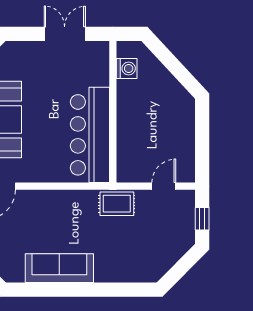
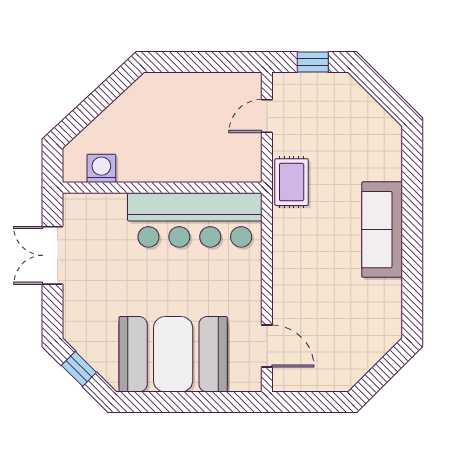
door: (164, 186) -> (267, 116), hinge flipped
sofa: (59, 268) -> (382, 230), moved

